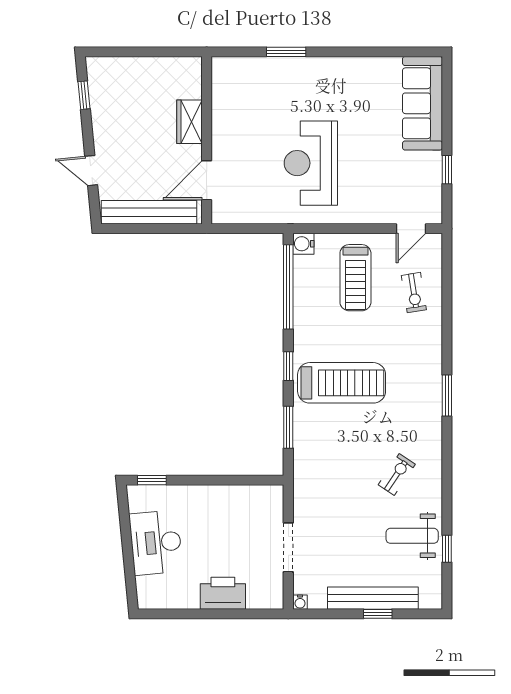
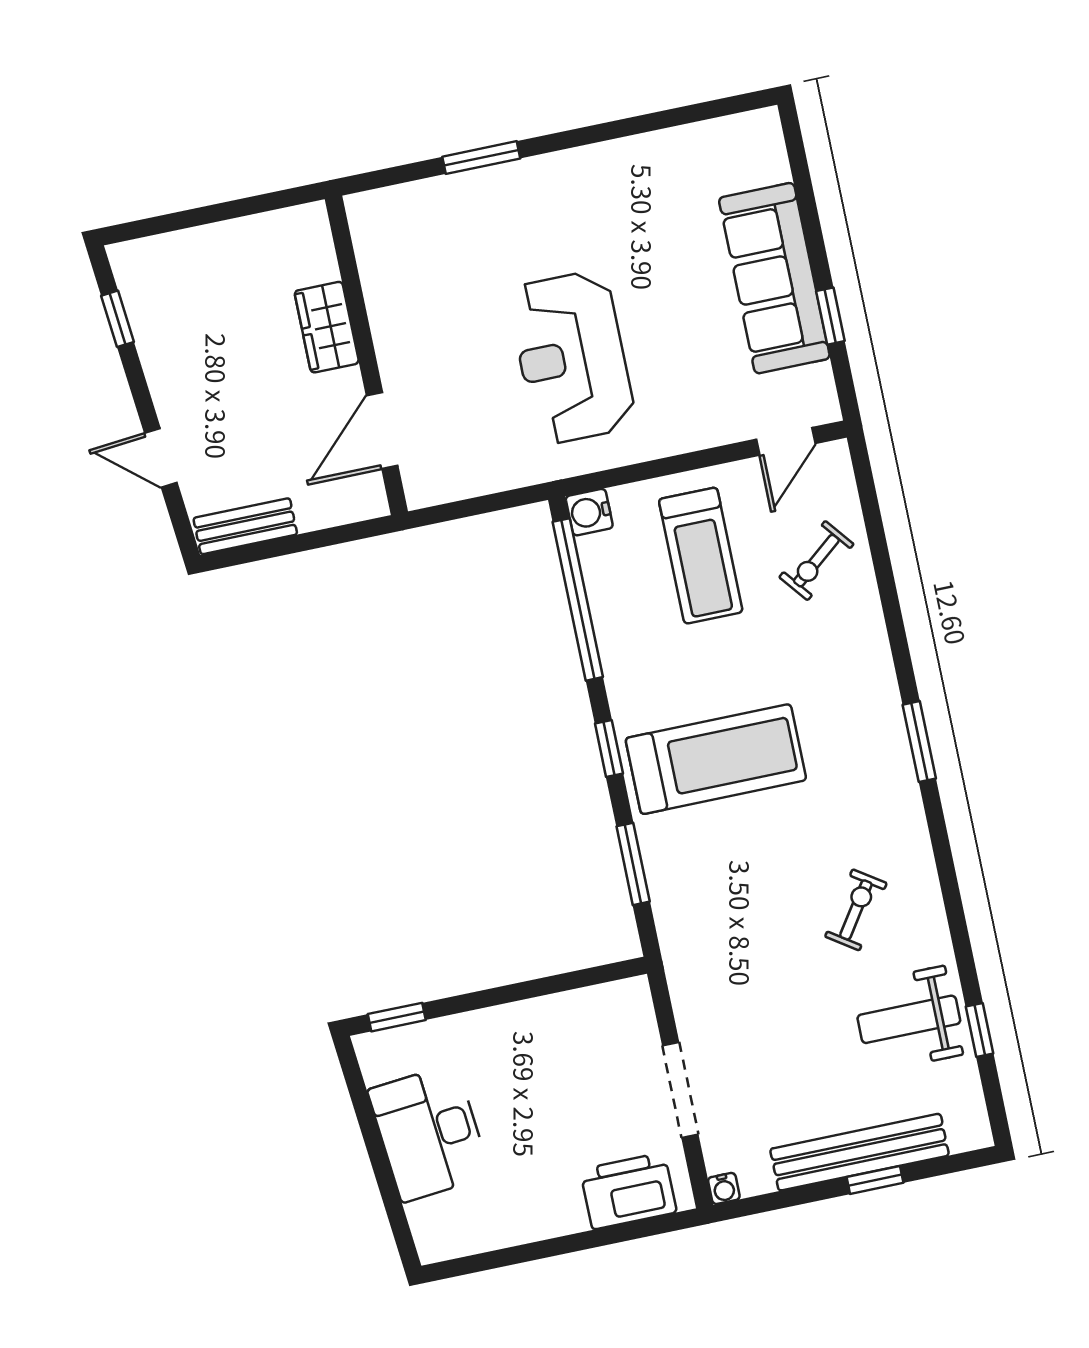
sofa: (422, 103) -> (774, 278), moved
bench: (149, 212) -> (245, 526), width x0.54, depth x0.82
exercise bike: (414, 293) -> (816, 561), turned 60
printer: (223, 593) -> (628, 1191), moved

